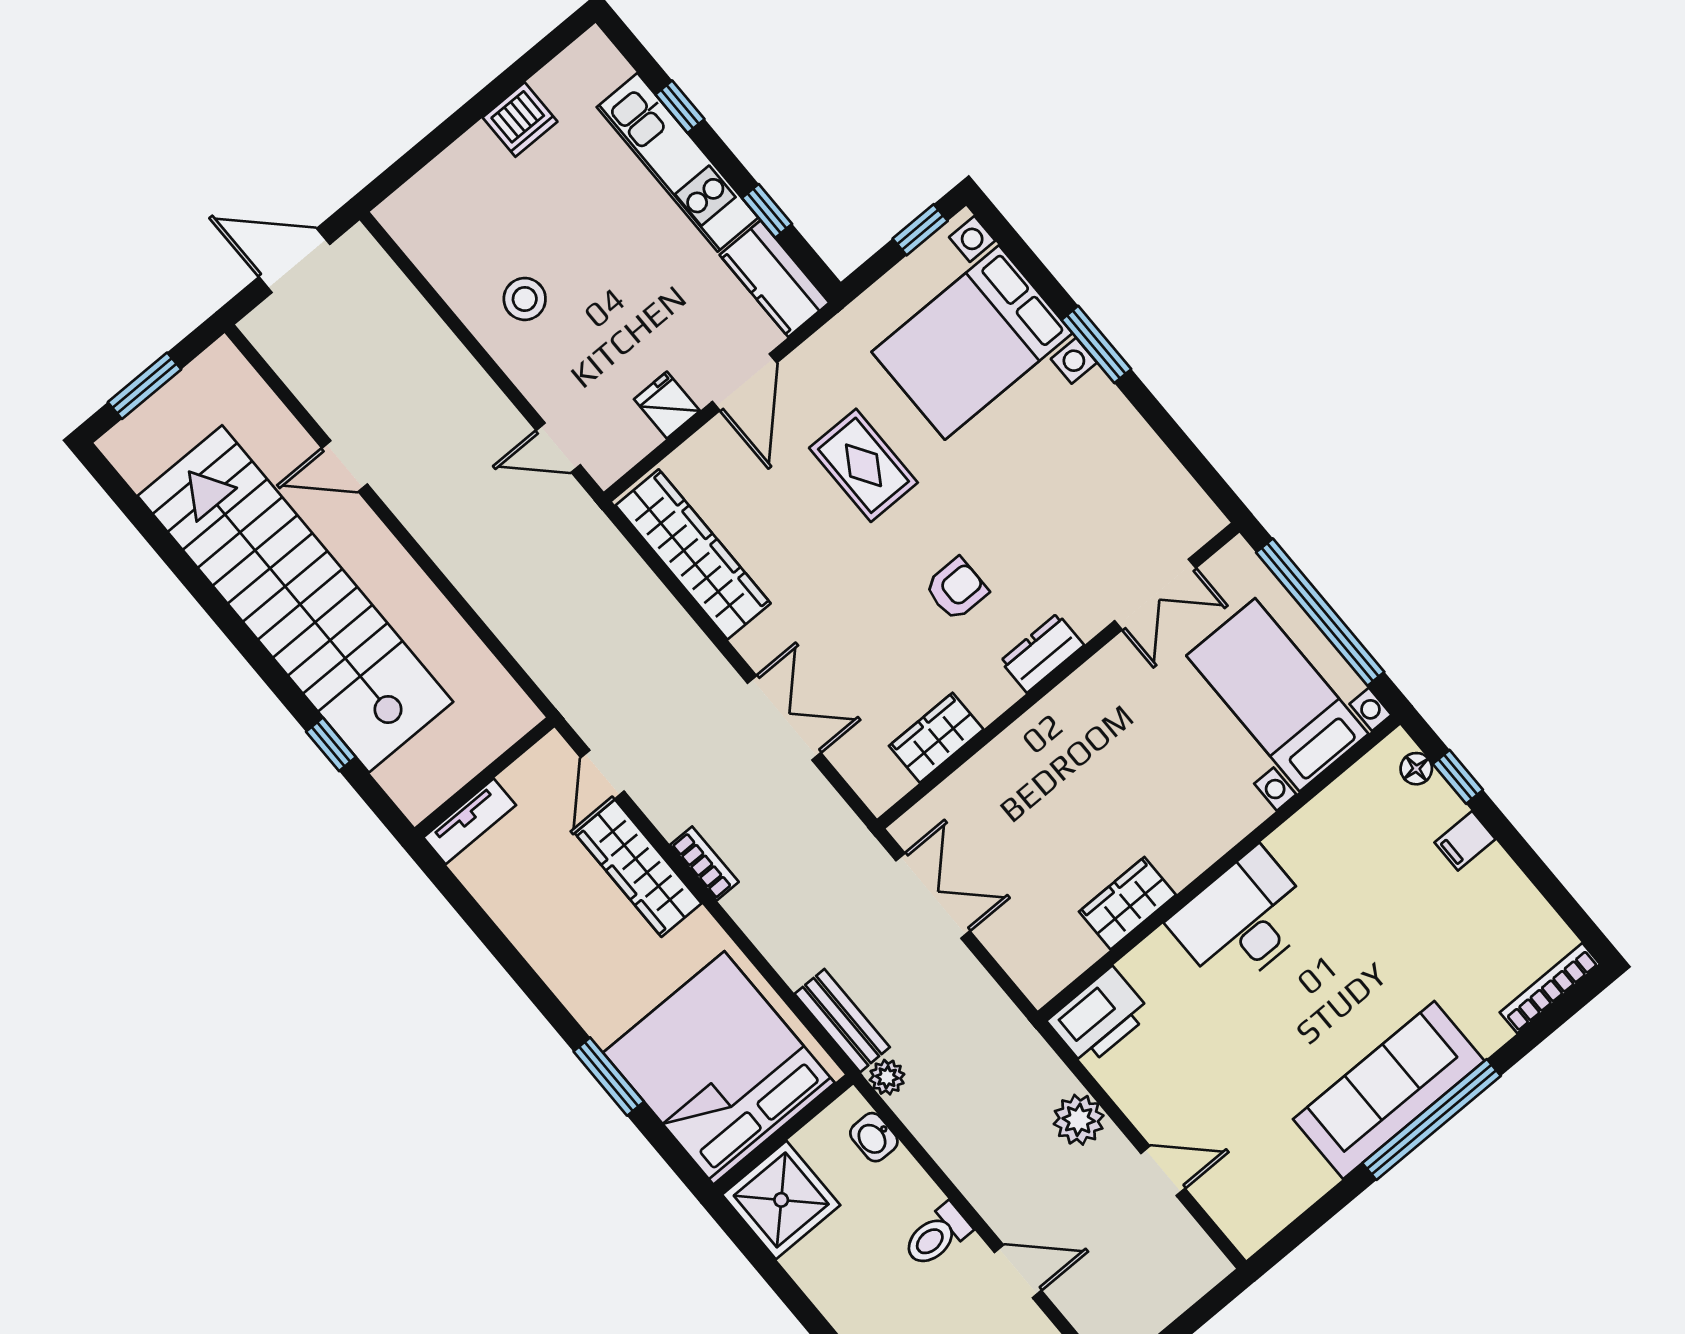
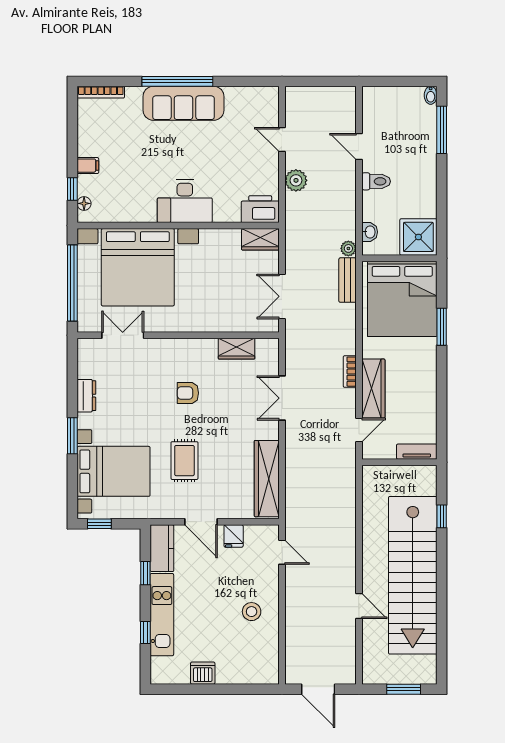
door: (745, 382) -> (201, 522), swing flipped
dresser: (1042, 653) -> (86, 396), moved, turned -90
bed with nightstands: (1277, 695) -> (138, 267), width x1.85
wardrobe: (1128, 903) -> (260, 239), moved

